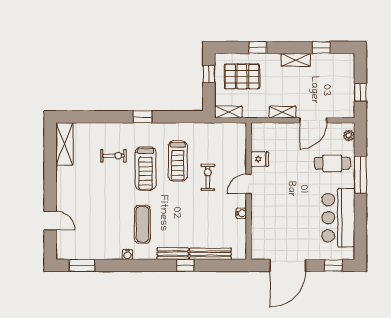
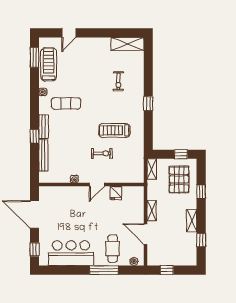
treadmill: (146, 169) -> (49, 64), moved, turned 90
door: (249, 184) -> (97, 185), swing flipped

